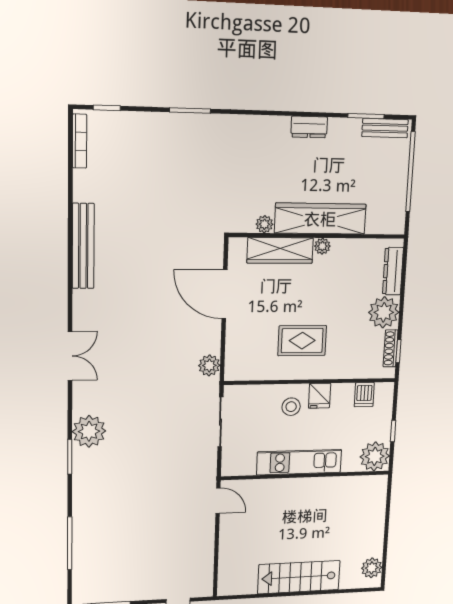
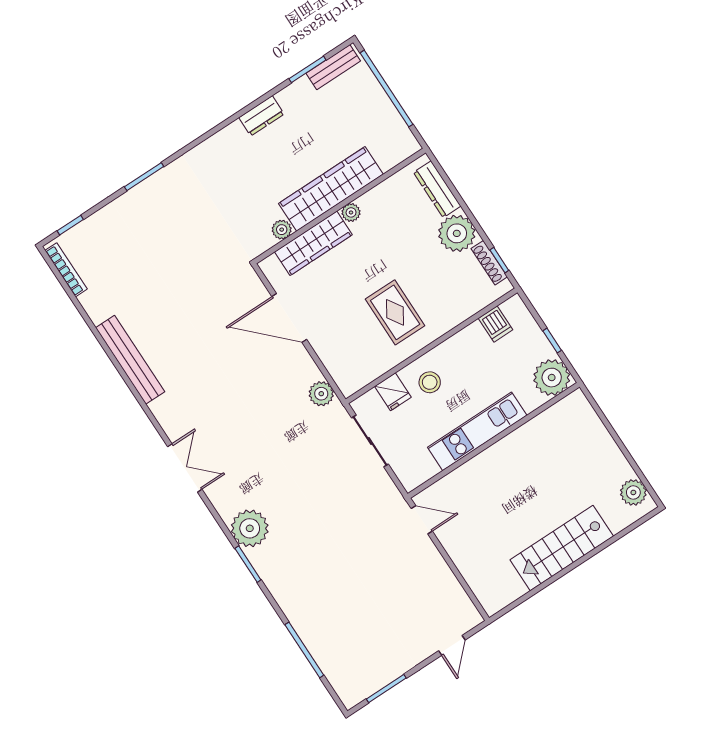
rug: (302, 341) -> (395, 312), turned 90
fridge: (320, 396) -> (393, 392), moved

